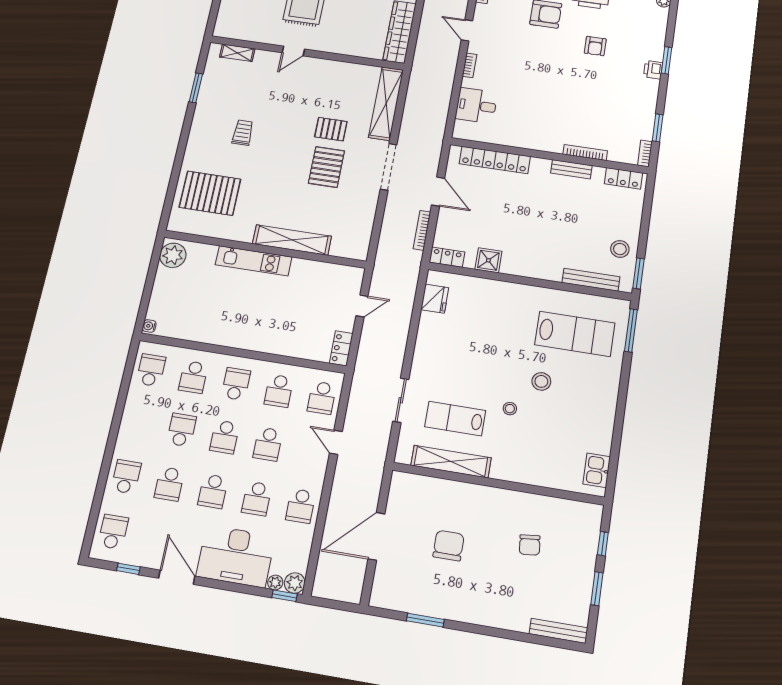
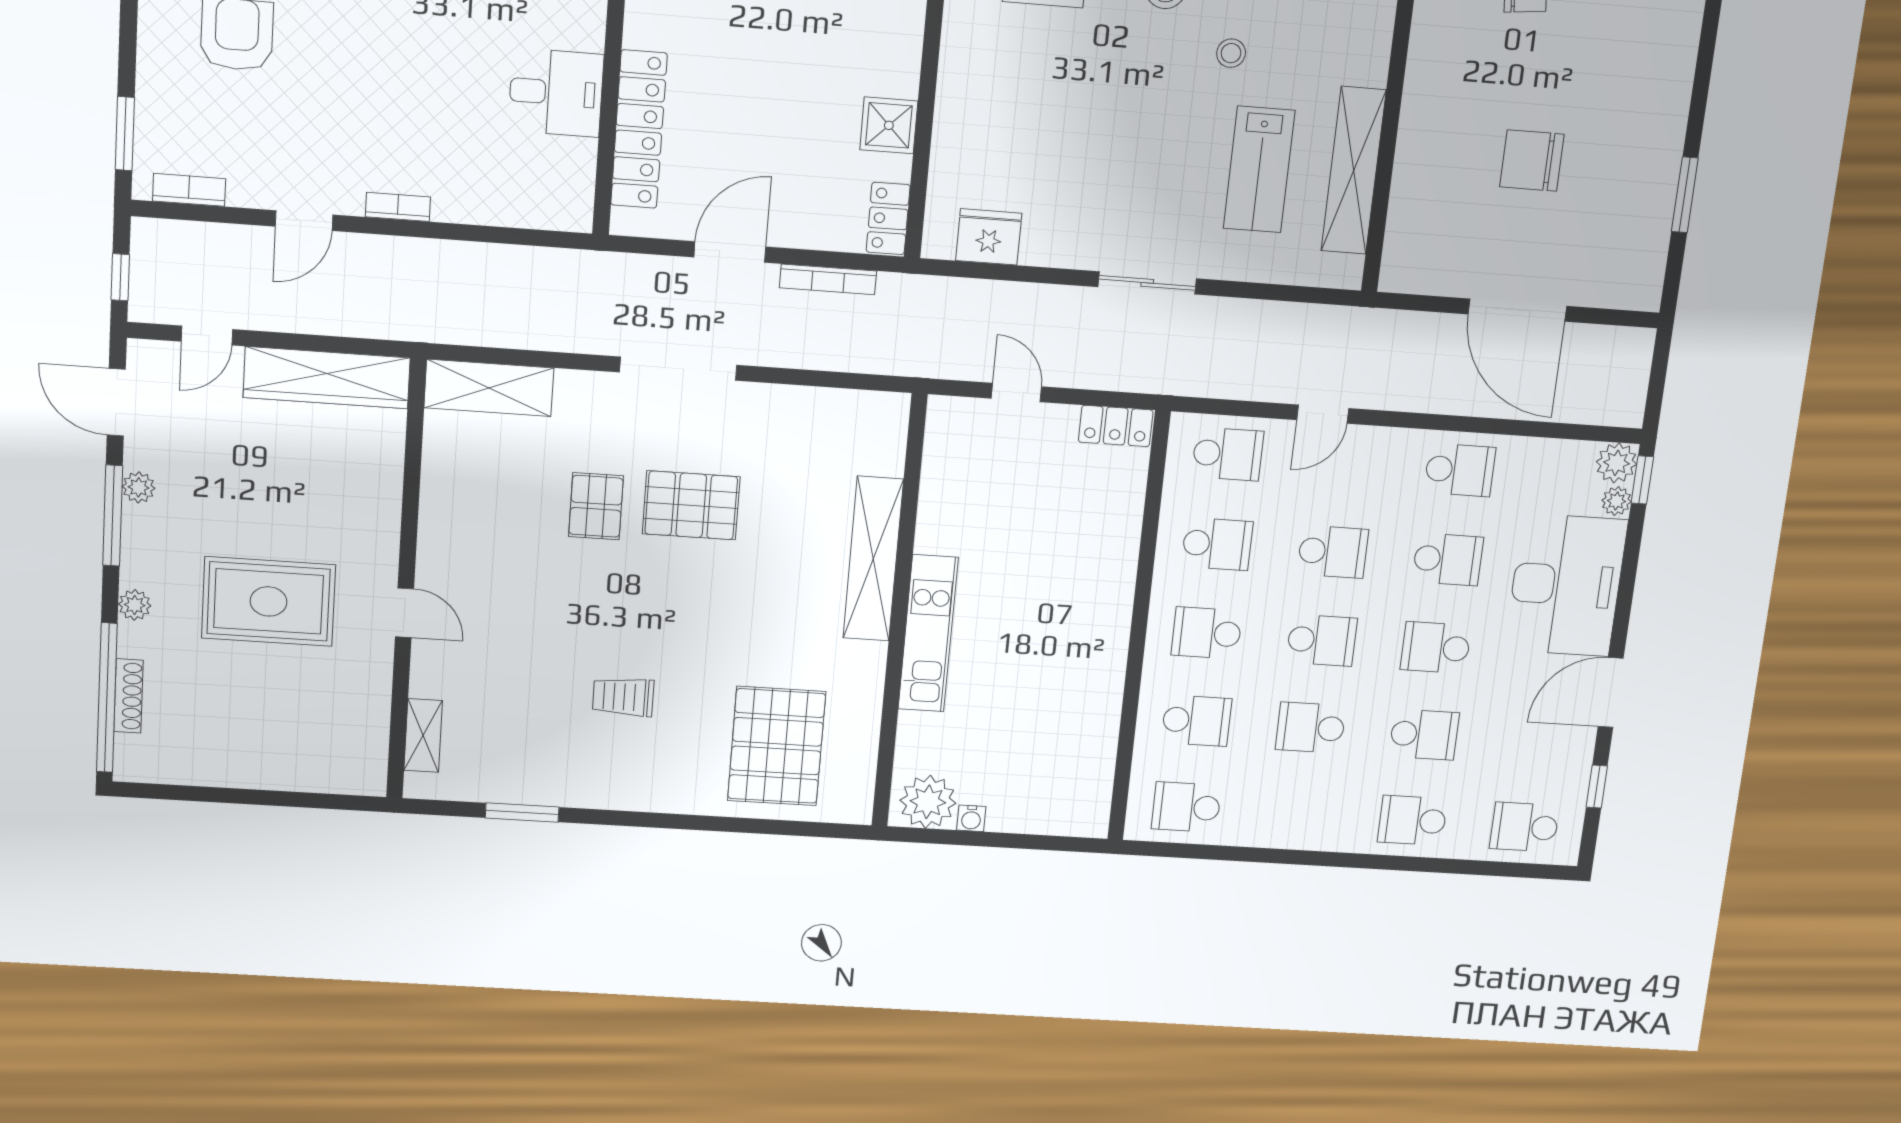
shelving: (386, 104) -> (489, 388), width x0.68
desk: (476, 106) -> (556, 93), moved, turned -90
water cooler: (149, 326) -> (971, 818), moved
sliding door: (401, 400) -> (1147, 283), moved
school desk: (213, 491) -> (1436, 648), turned 180

